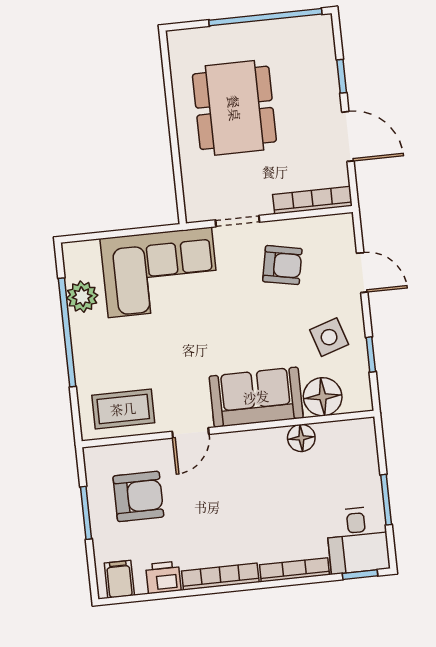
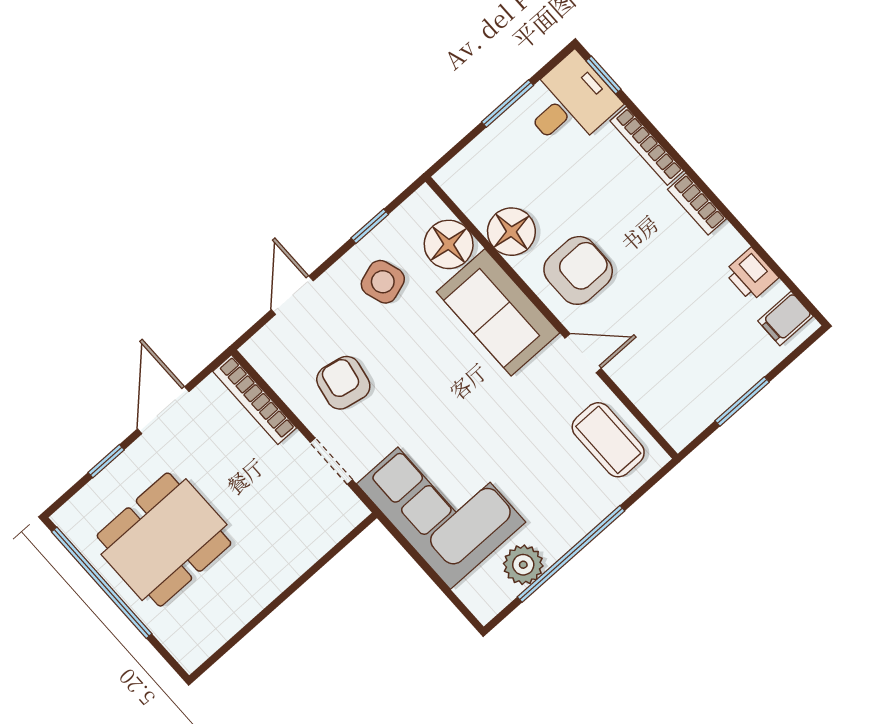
dining table: (234, 108) -> (164, 540), moved
floor lamp: (301, 438) -> (511, 232), width x1.38, depth x1.38
armchair: (138, 496) -> (578, 270), moved, turned 90
bookcase: (220, 577) -> (697, 204), width x0.64

